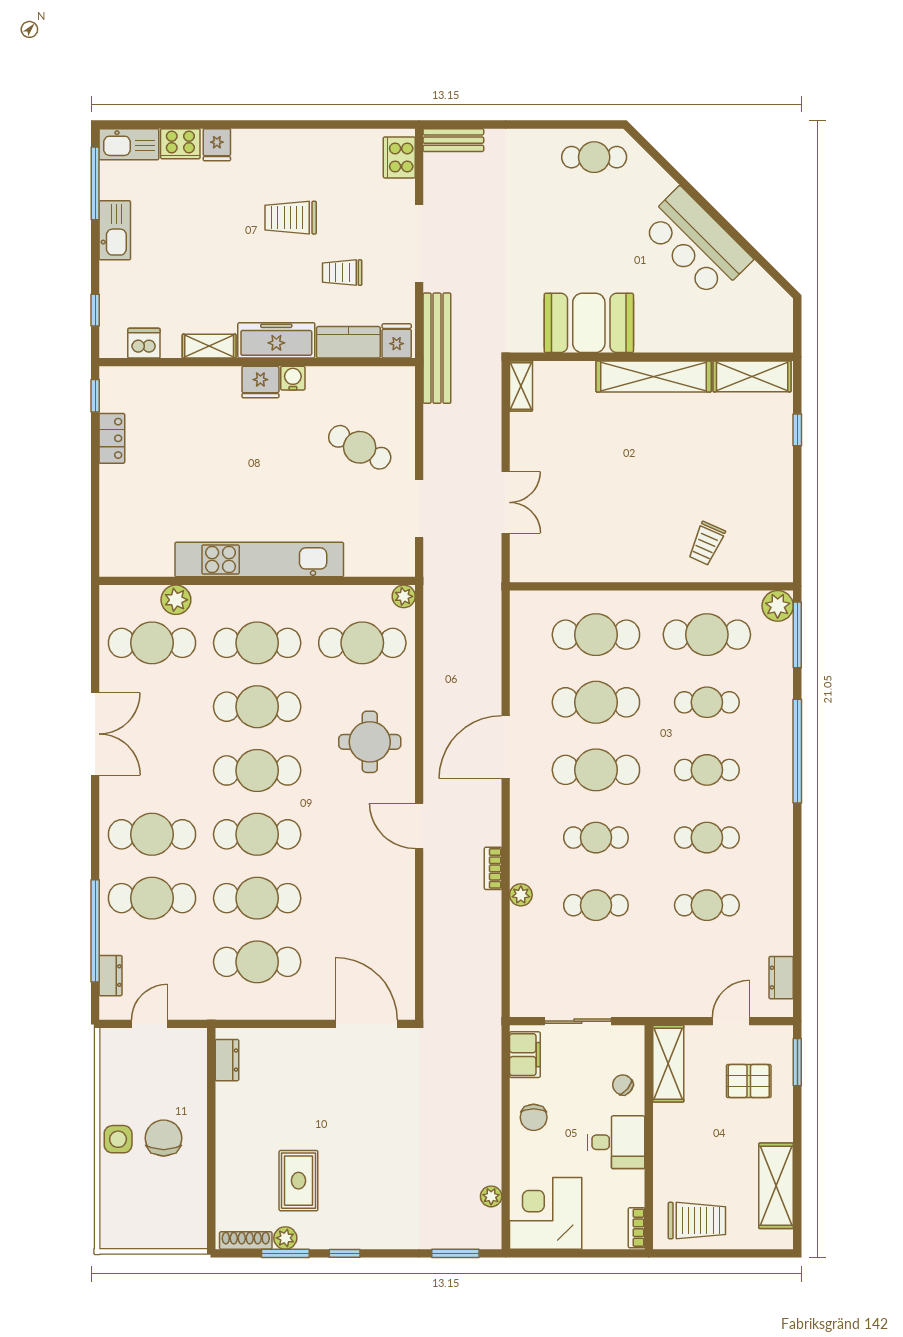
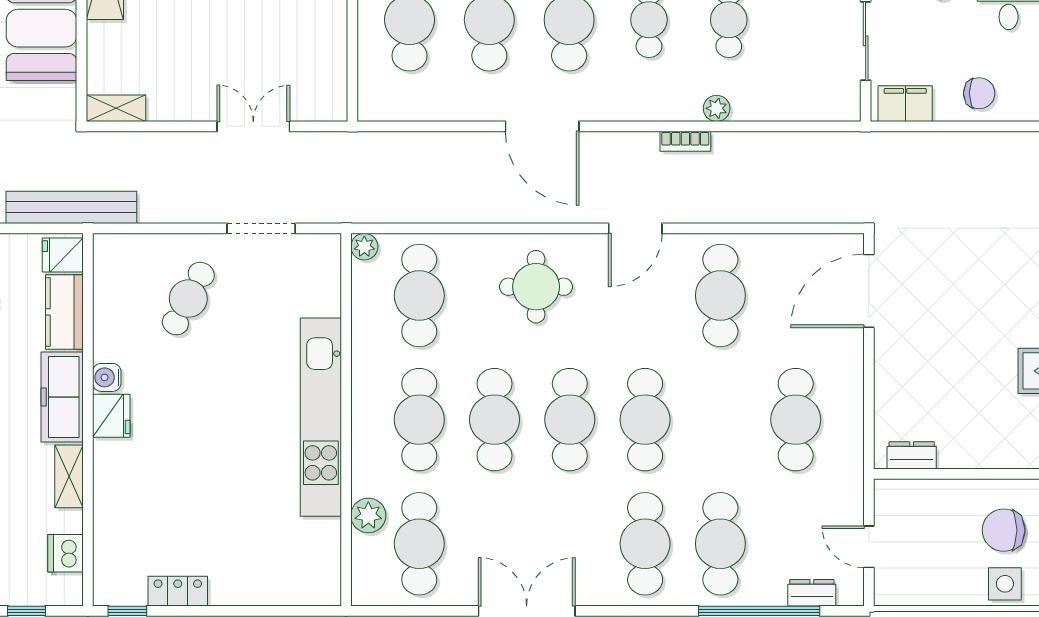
cafe table: (257, 898) -> (720, 296), moved

